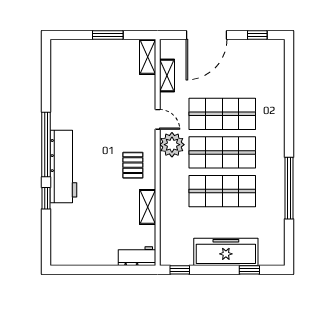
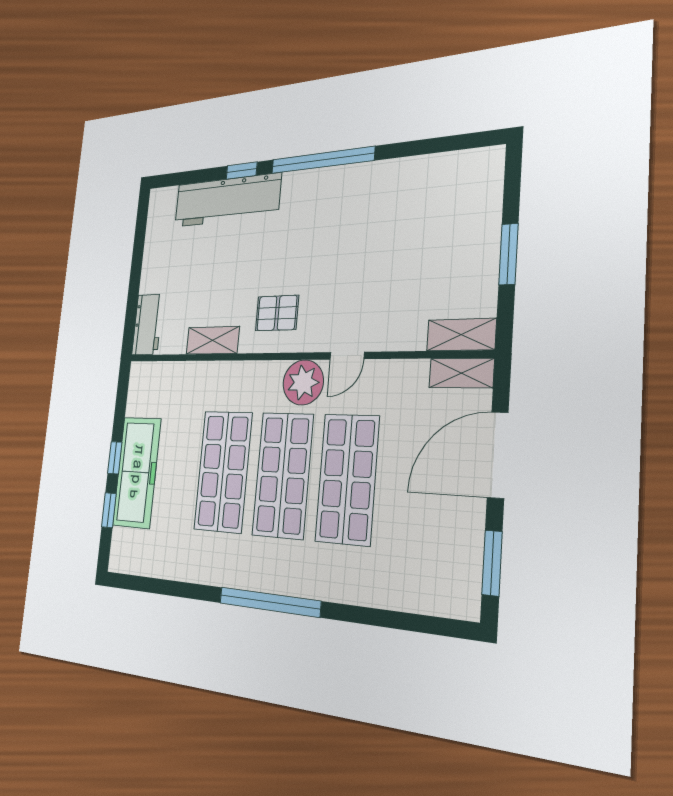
door: (207, 35) -> (498, 455), hinge flipped
window: (257, 35) -> (492, 563), width x1.50
shelving: (167, 75) -> (461, 373), moved
workbench: (63, 167) -> (227, 200), moved
window: (289, 188) -> (269, 602), moved
window: (180, 270) -> (115, 458), moved

